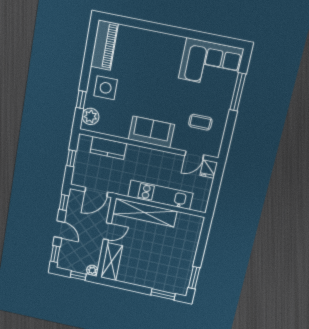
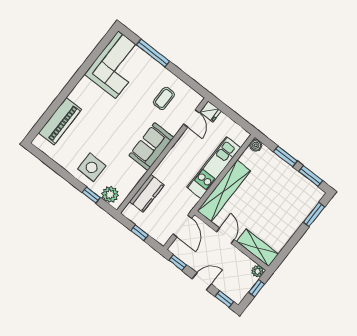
piano: (104, 45) -> (60, 121), moved, turned 90
boiler: (198, 221) -> (256, 145), added
window: (201, 250) -> (285, 156), added

